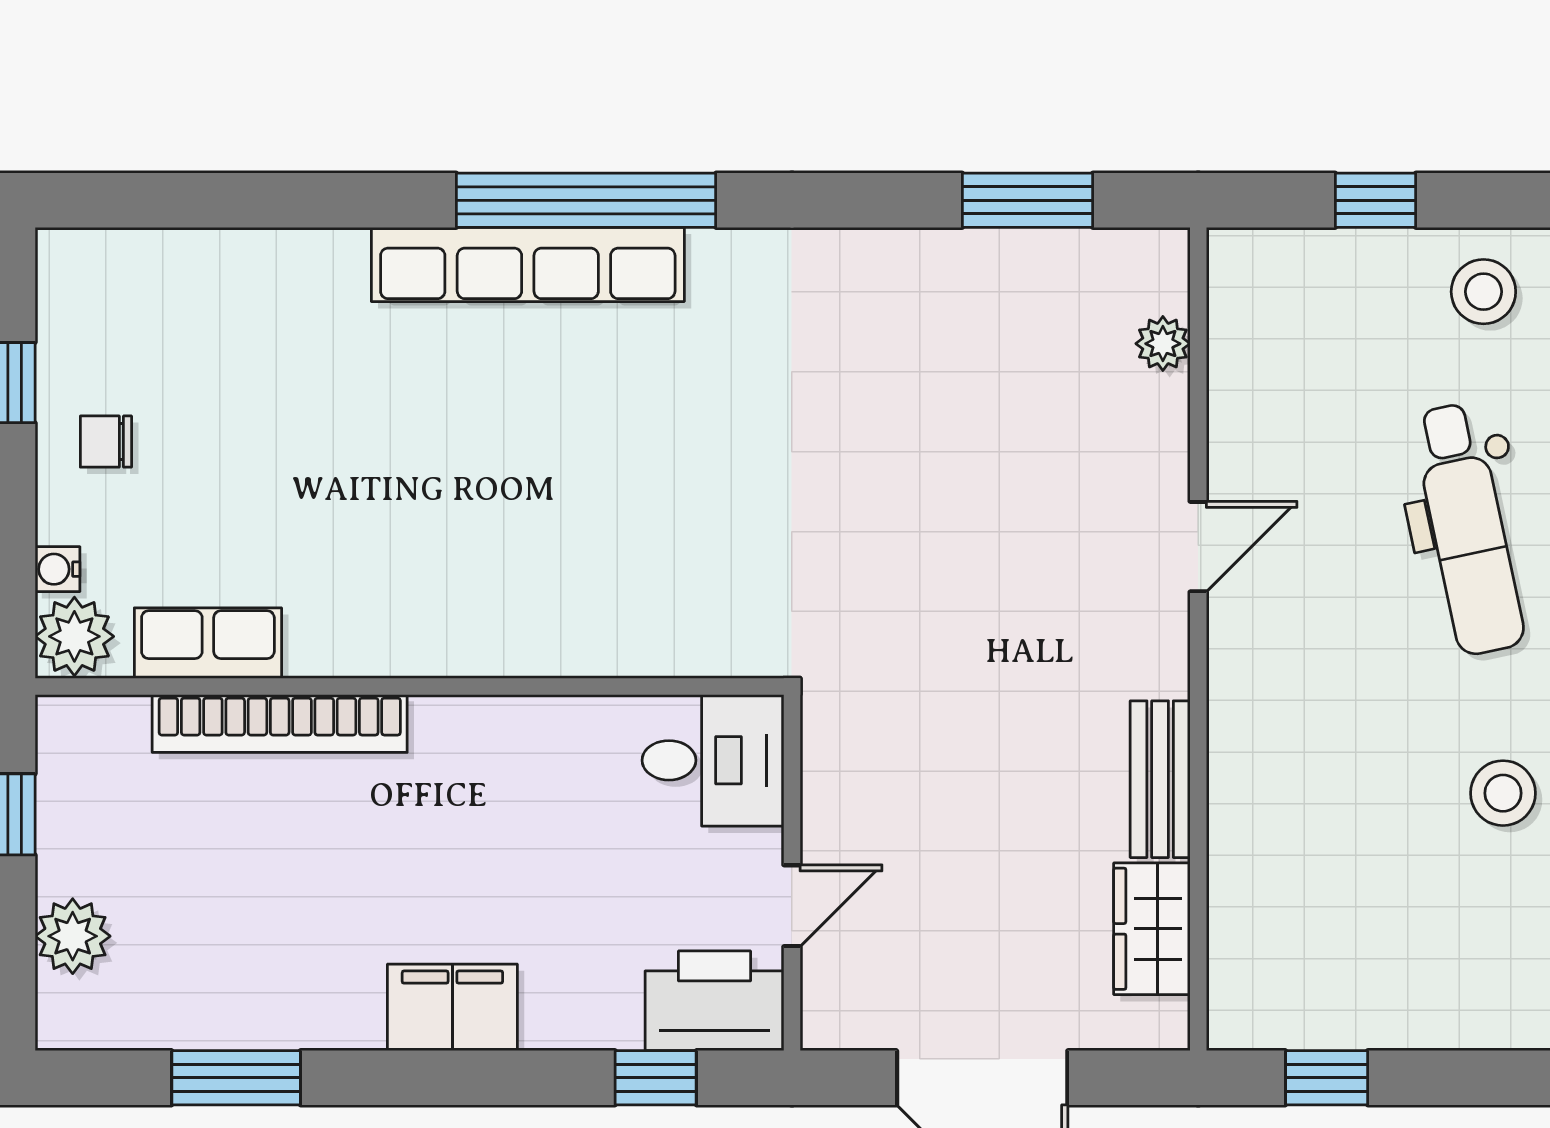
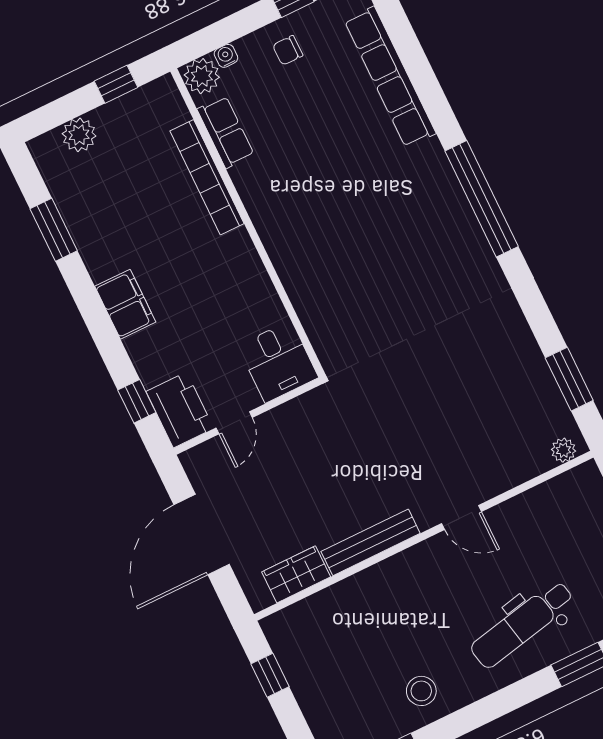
row of seats: (528, 264) -> (390, 77), moved
plant: (1163, 344) -> (563, 450), moved
chair: (106, 442) -> (288, 50), turned -90
bench: (1160, 779) -> (371, 542), width x1.36
door: (792, 906) -> (234, 423), hinge flipped

